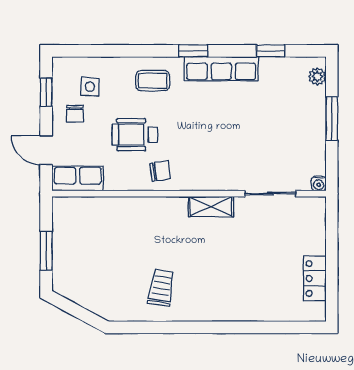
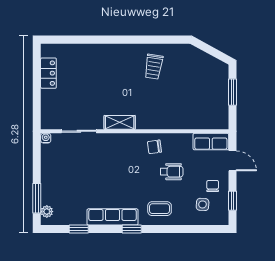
window: (332, 119) -> (37, 198), moved
wheelchair: (135, 135) -> (172, 172), width x0.73, depth x0.73

